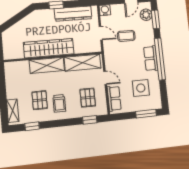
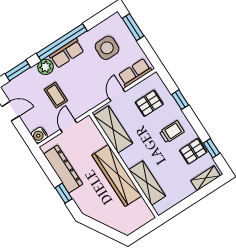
plant: (146, 15) -> (45, 67), moved
shelving: (47, 65) -> (147, 183), moved
pallet: (40, 100) -> (193, 151), moved
window: (90, 120) -> (180, 100), moved

